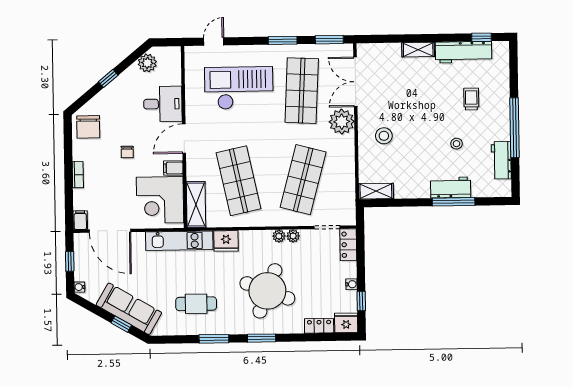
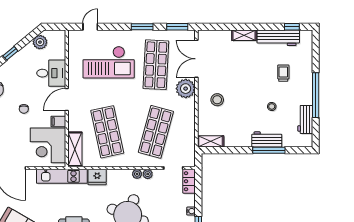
checkout: (239, 88) -> (109, 62), turned 180

